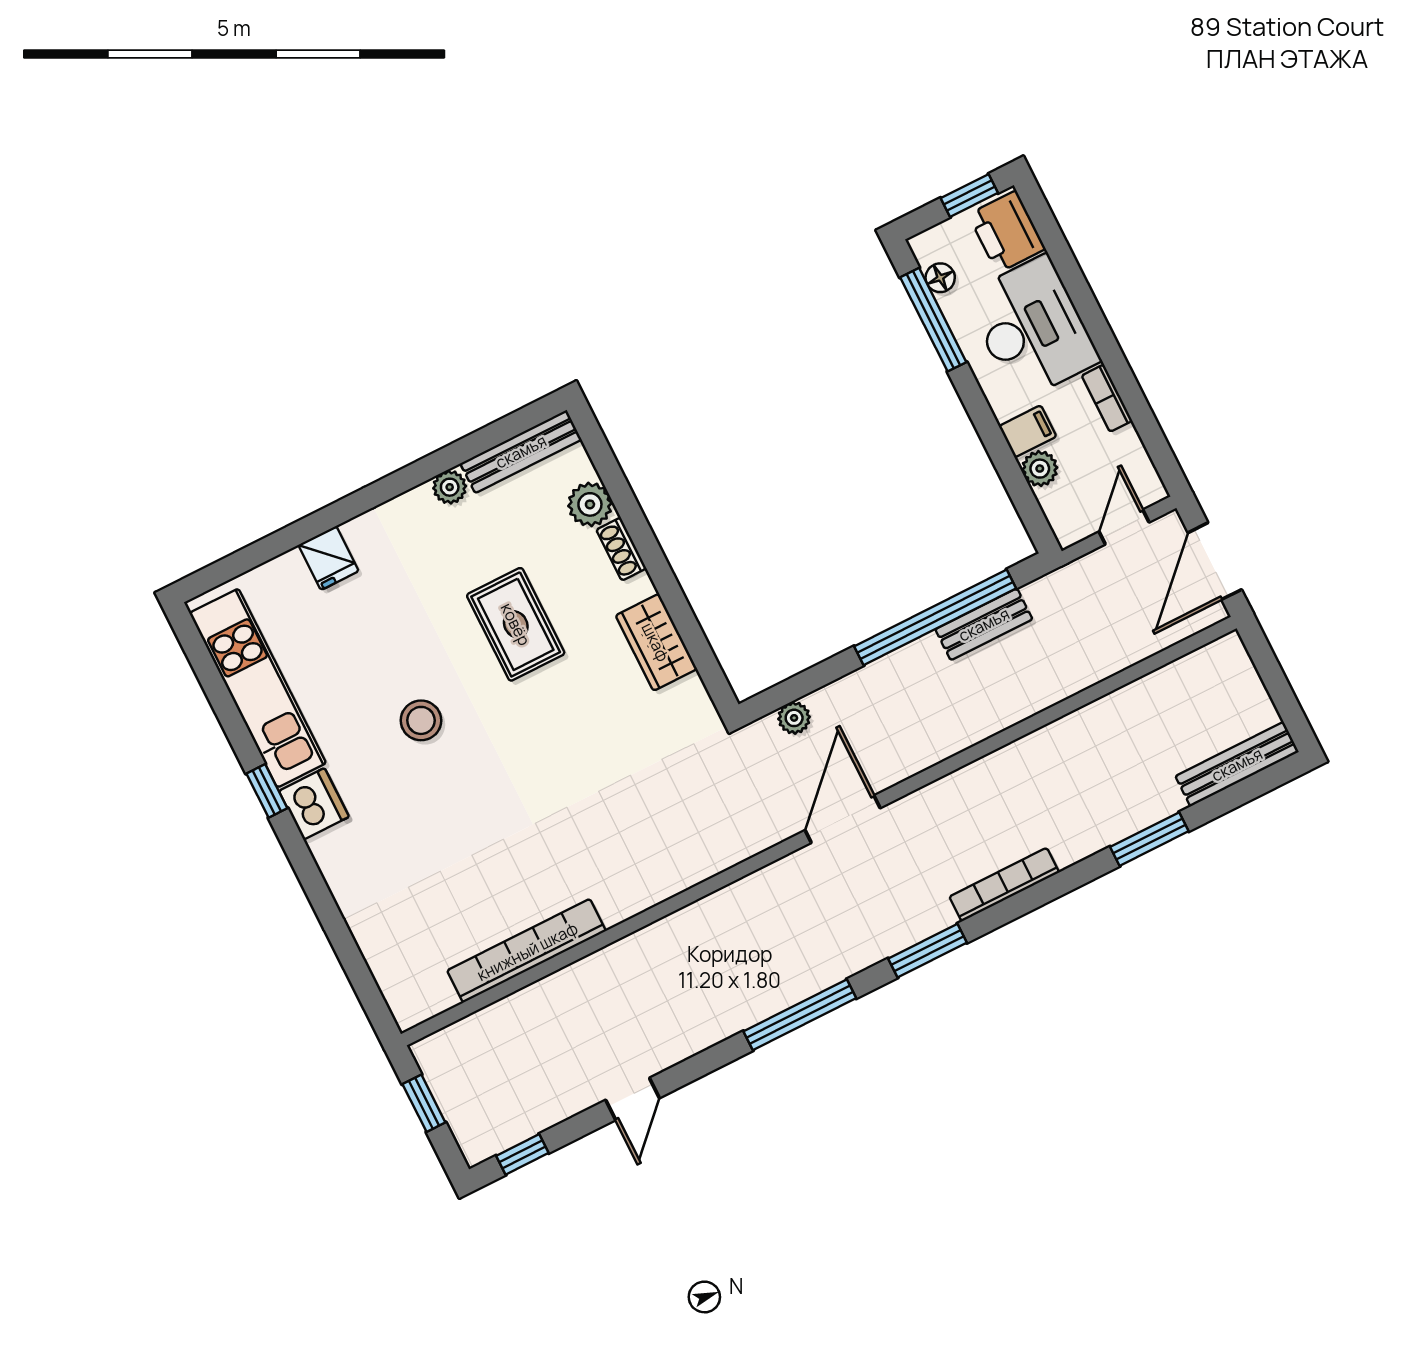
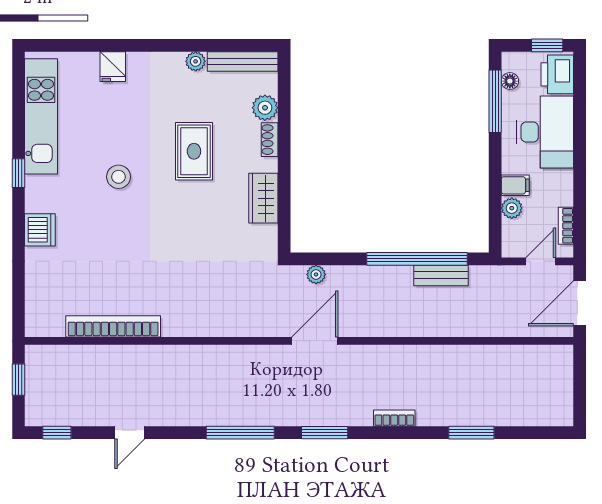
bookcase: (1107, 398) -> (566, 226), moved
bench: (1237, 764) -> (537, 416), removed
dishwasher: (314, 804) -> (40, 230), moved
bookcase: (1004, 885) -> (394, 418), width x0.64

